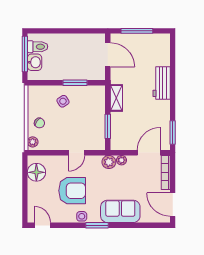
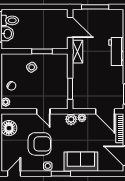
shelving: (116, 98) -> (78, 52), moved
door: (77, 153) -> (43, 111), hinge flipped
door: (149, 153) -> (105, 111), swing flipped
door: (42, 225) -> (14, 174), hinge flipped

